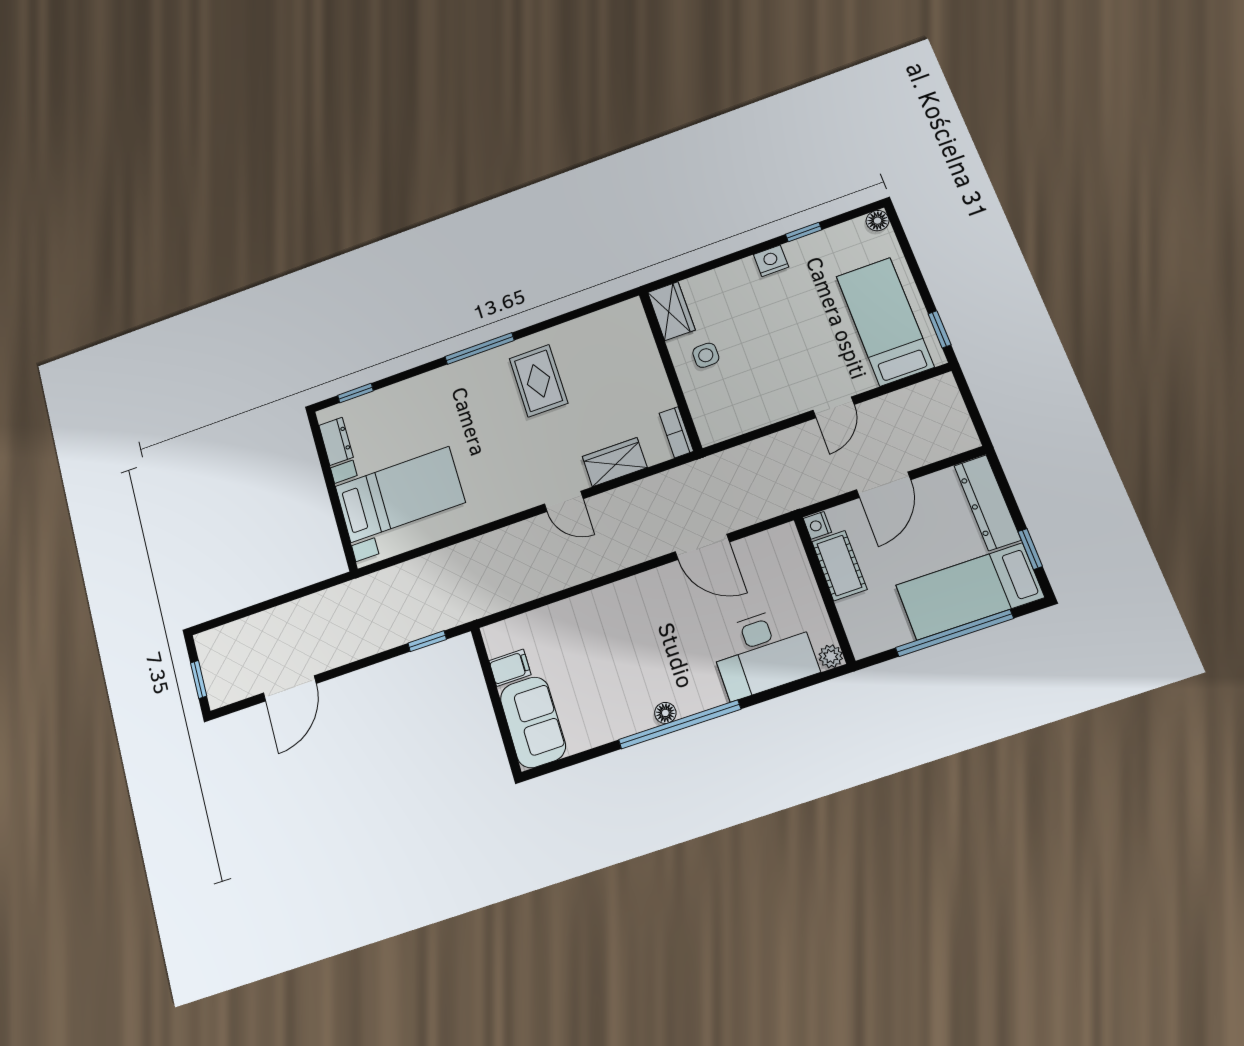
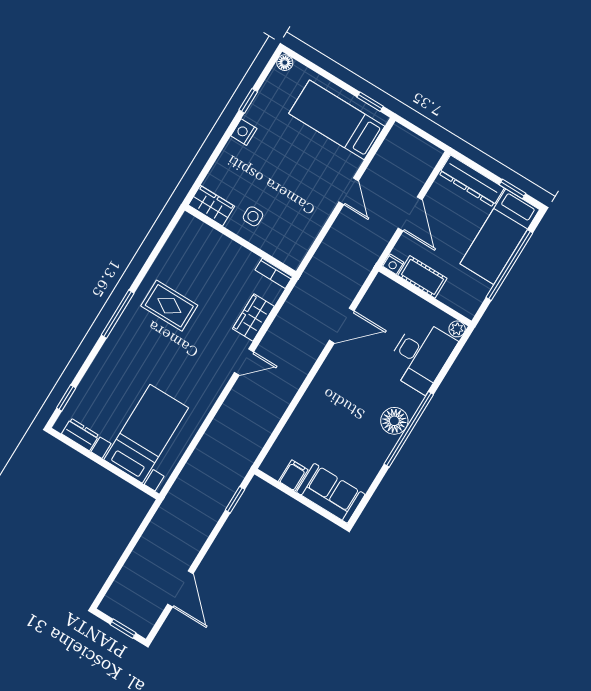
floor lamp: (665, 713) -> (394, 421), width x1.89, depth x1.89

